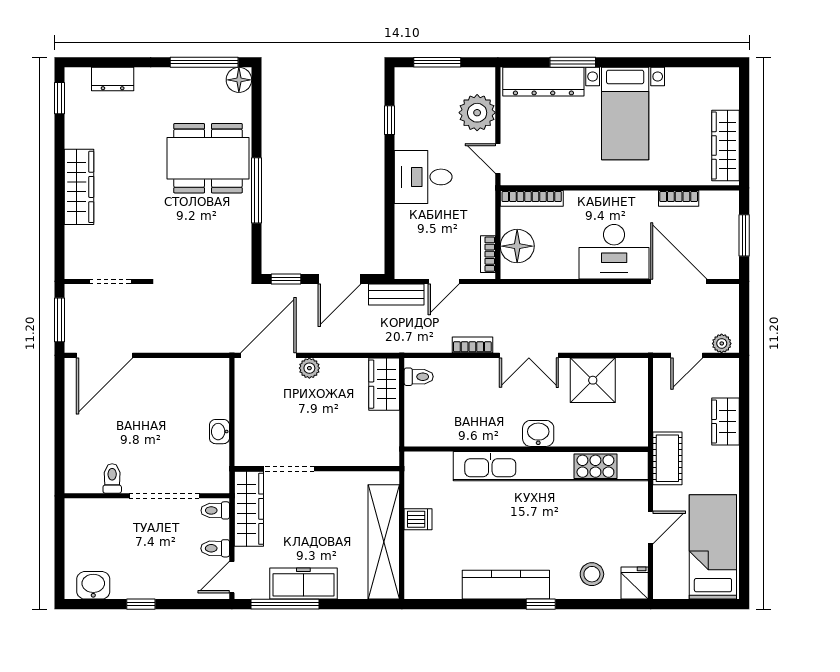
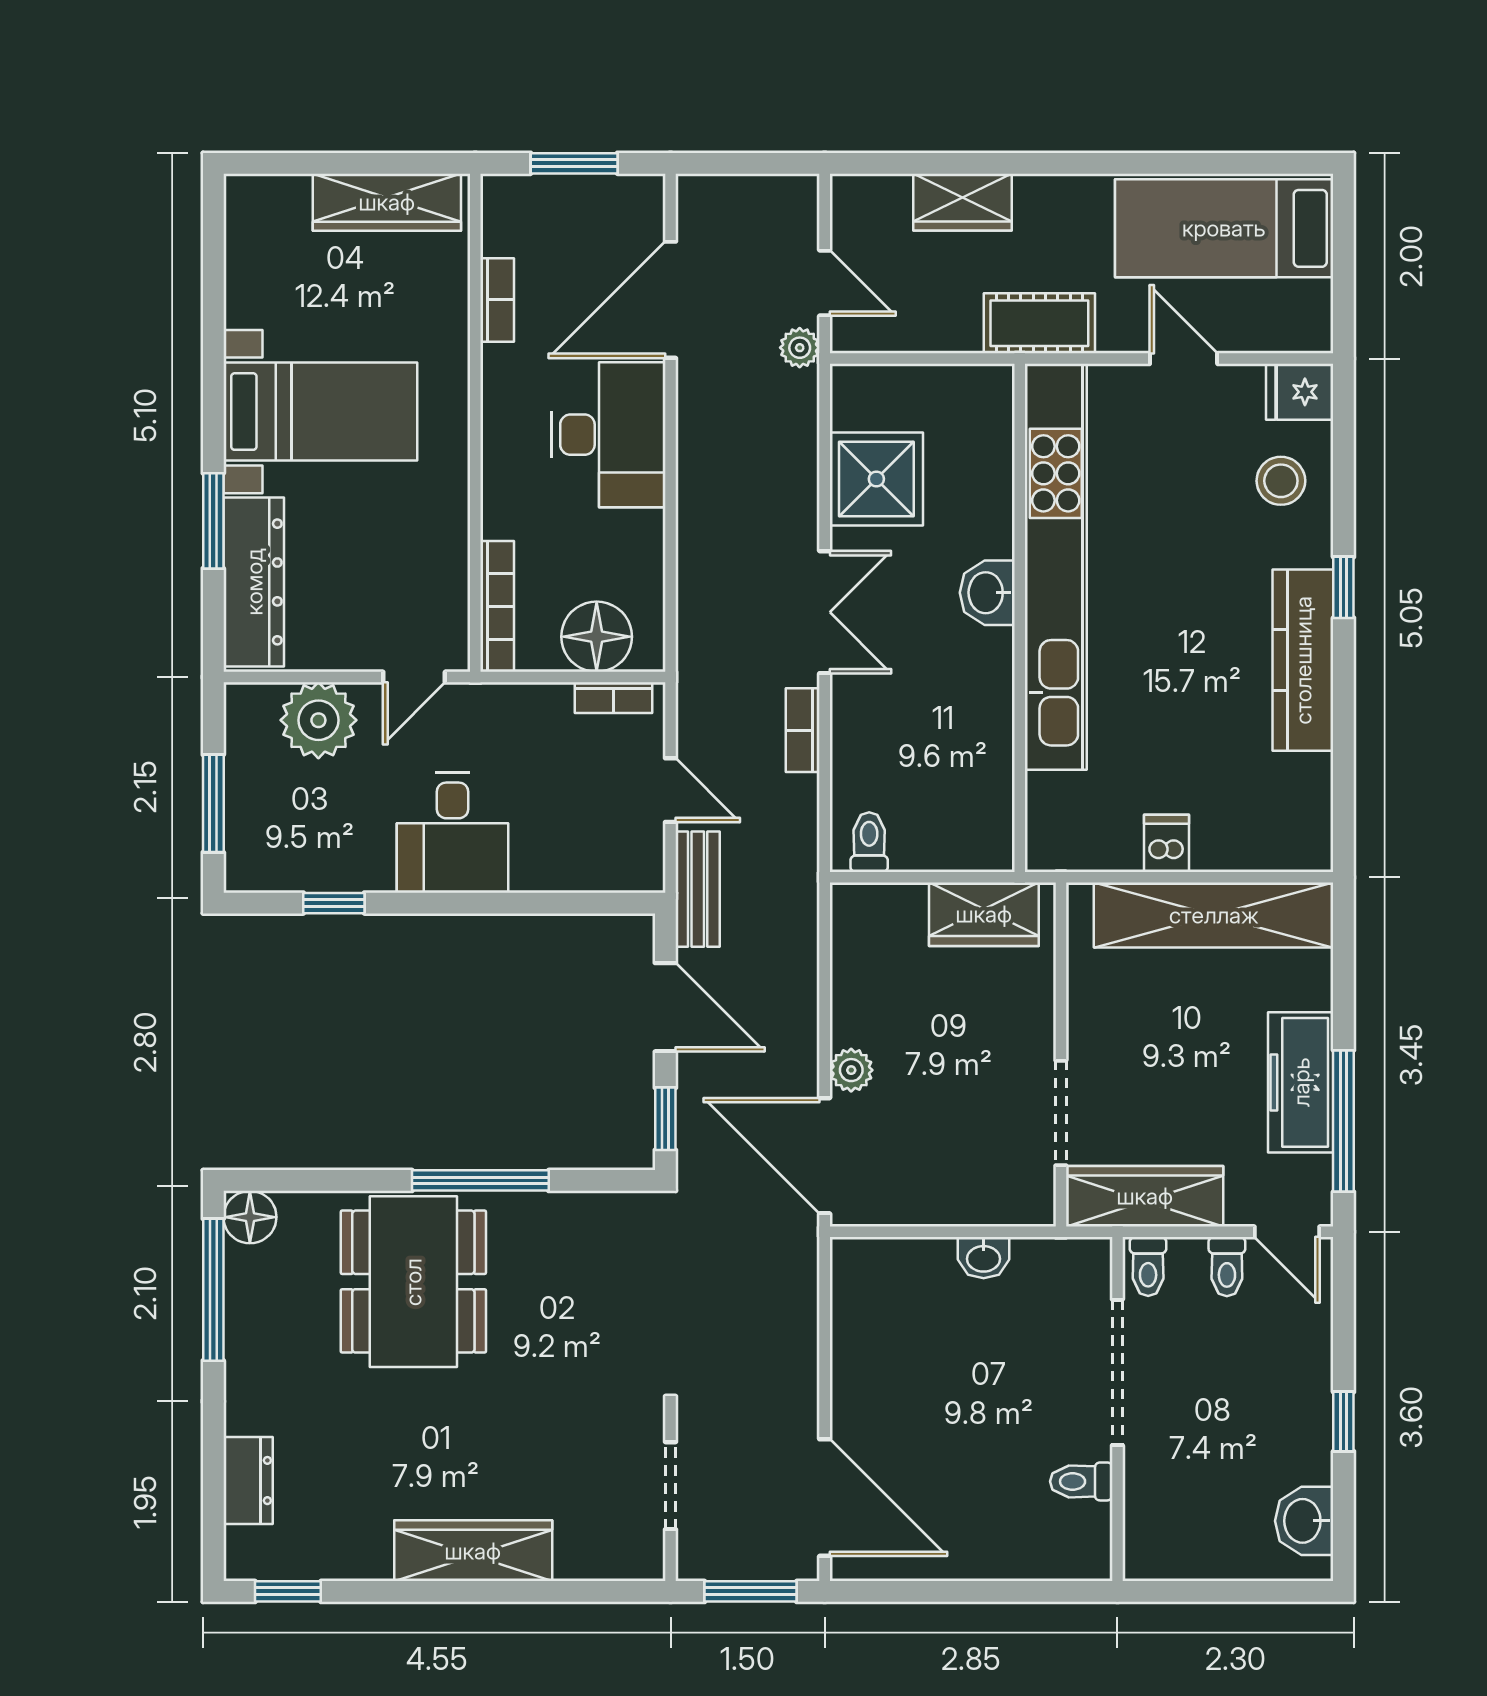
plant: (722, 343) -> (800, 348), moved
wardrobe: (384, 384) -> (984, 914), moved

